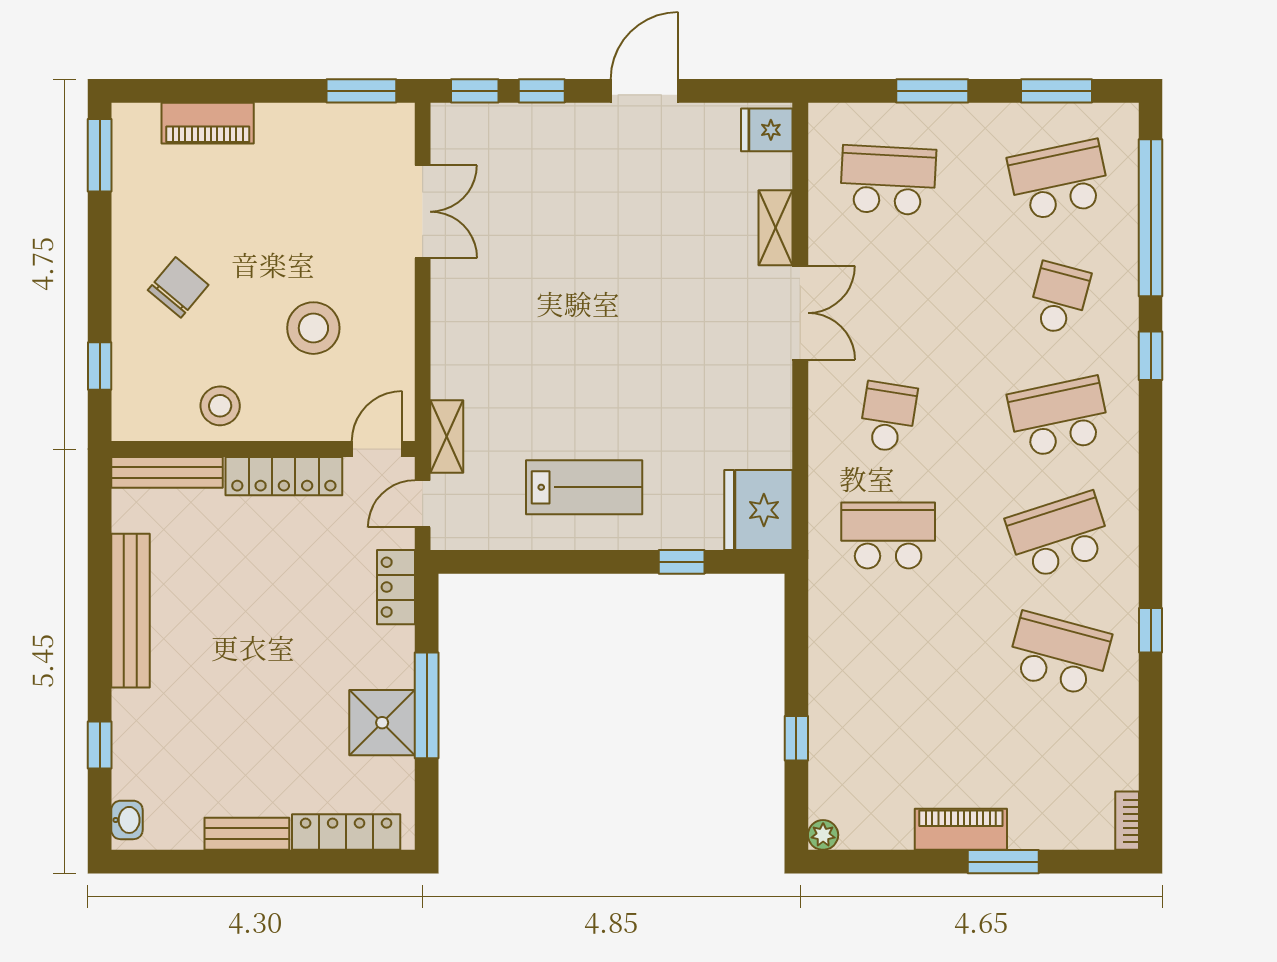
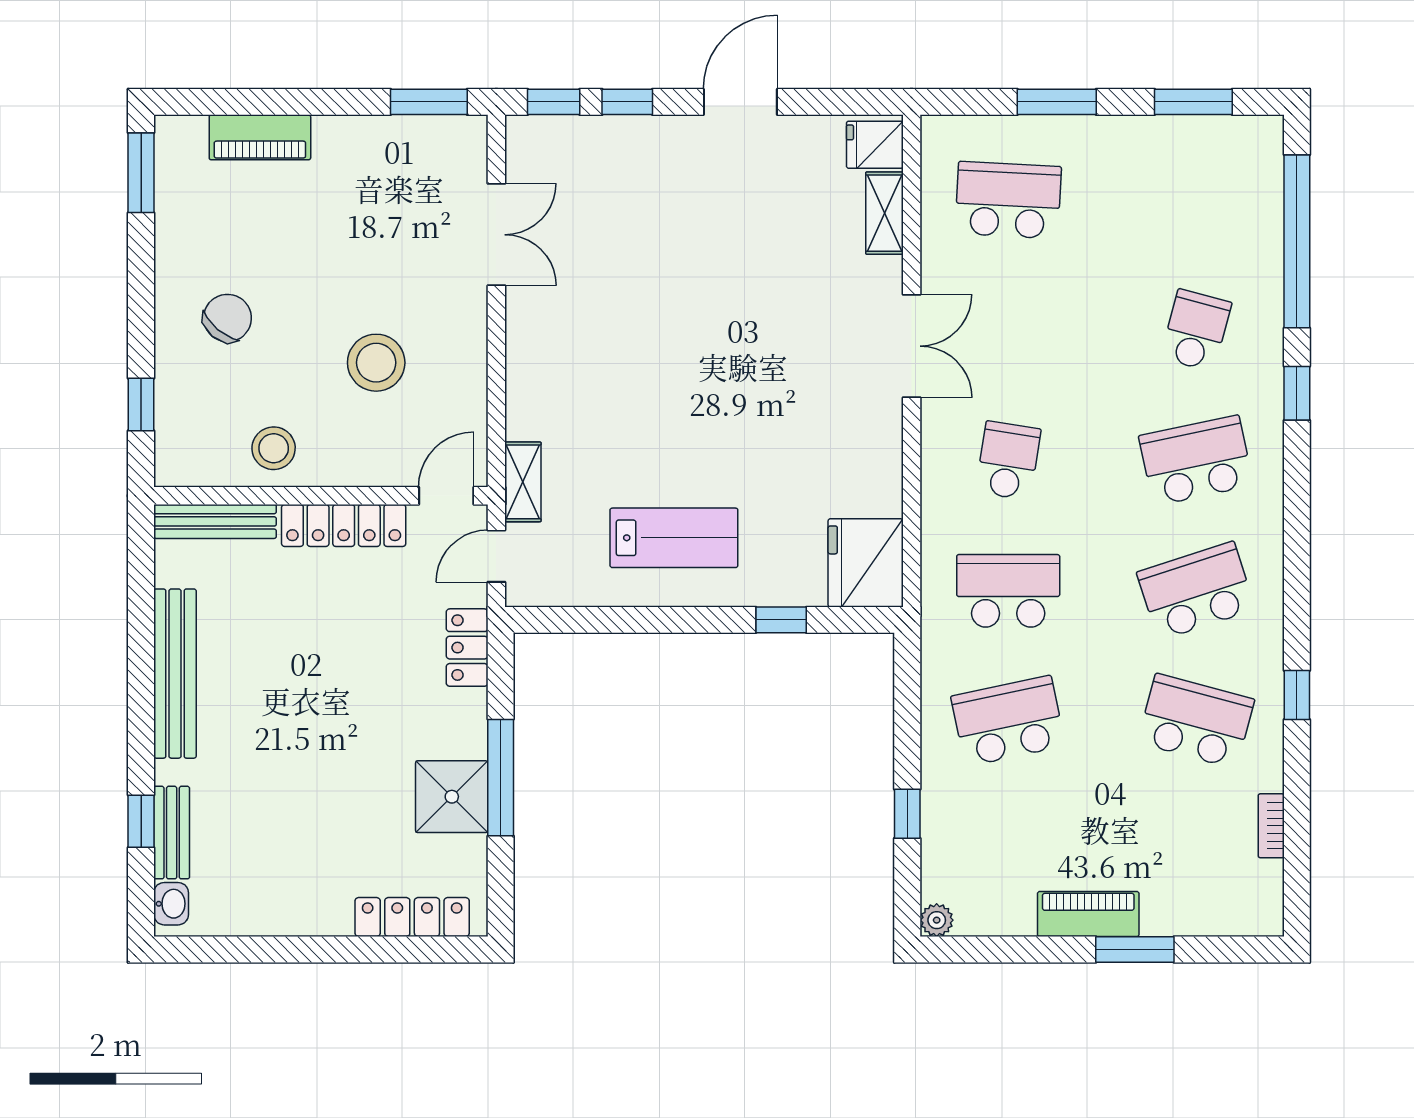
school desk: (1059, 180) -> (1008, 721), moved
shelving: (776, 228) -> (884, 213), moved
bookcase: (1127, 821) -> (1271, 826), moved
bench: (247, 834) -> (172, 833), moved, turned 90

